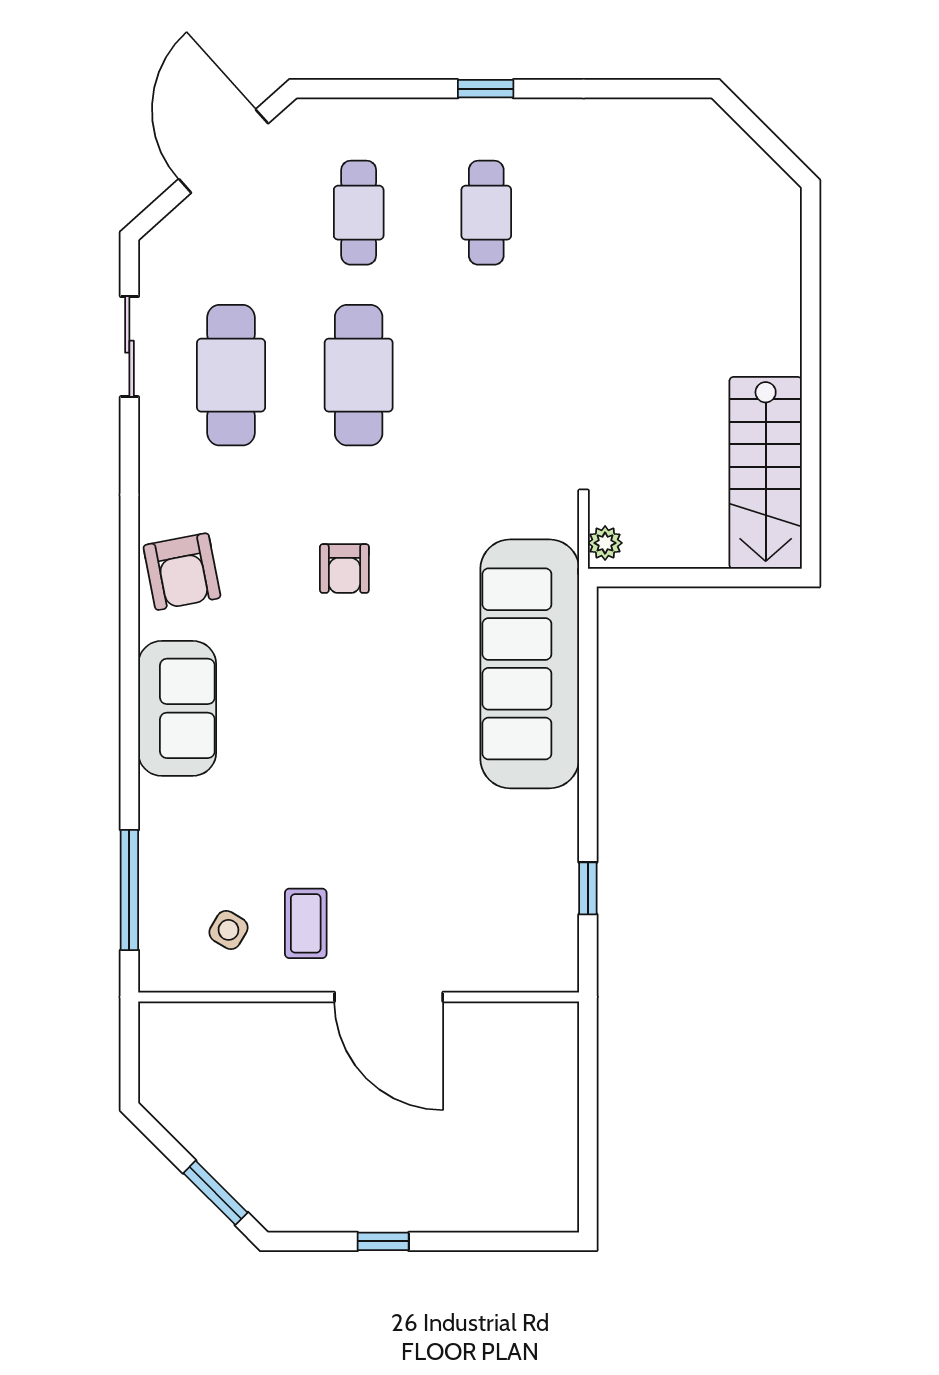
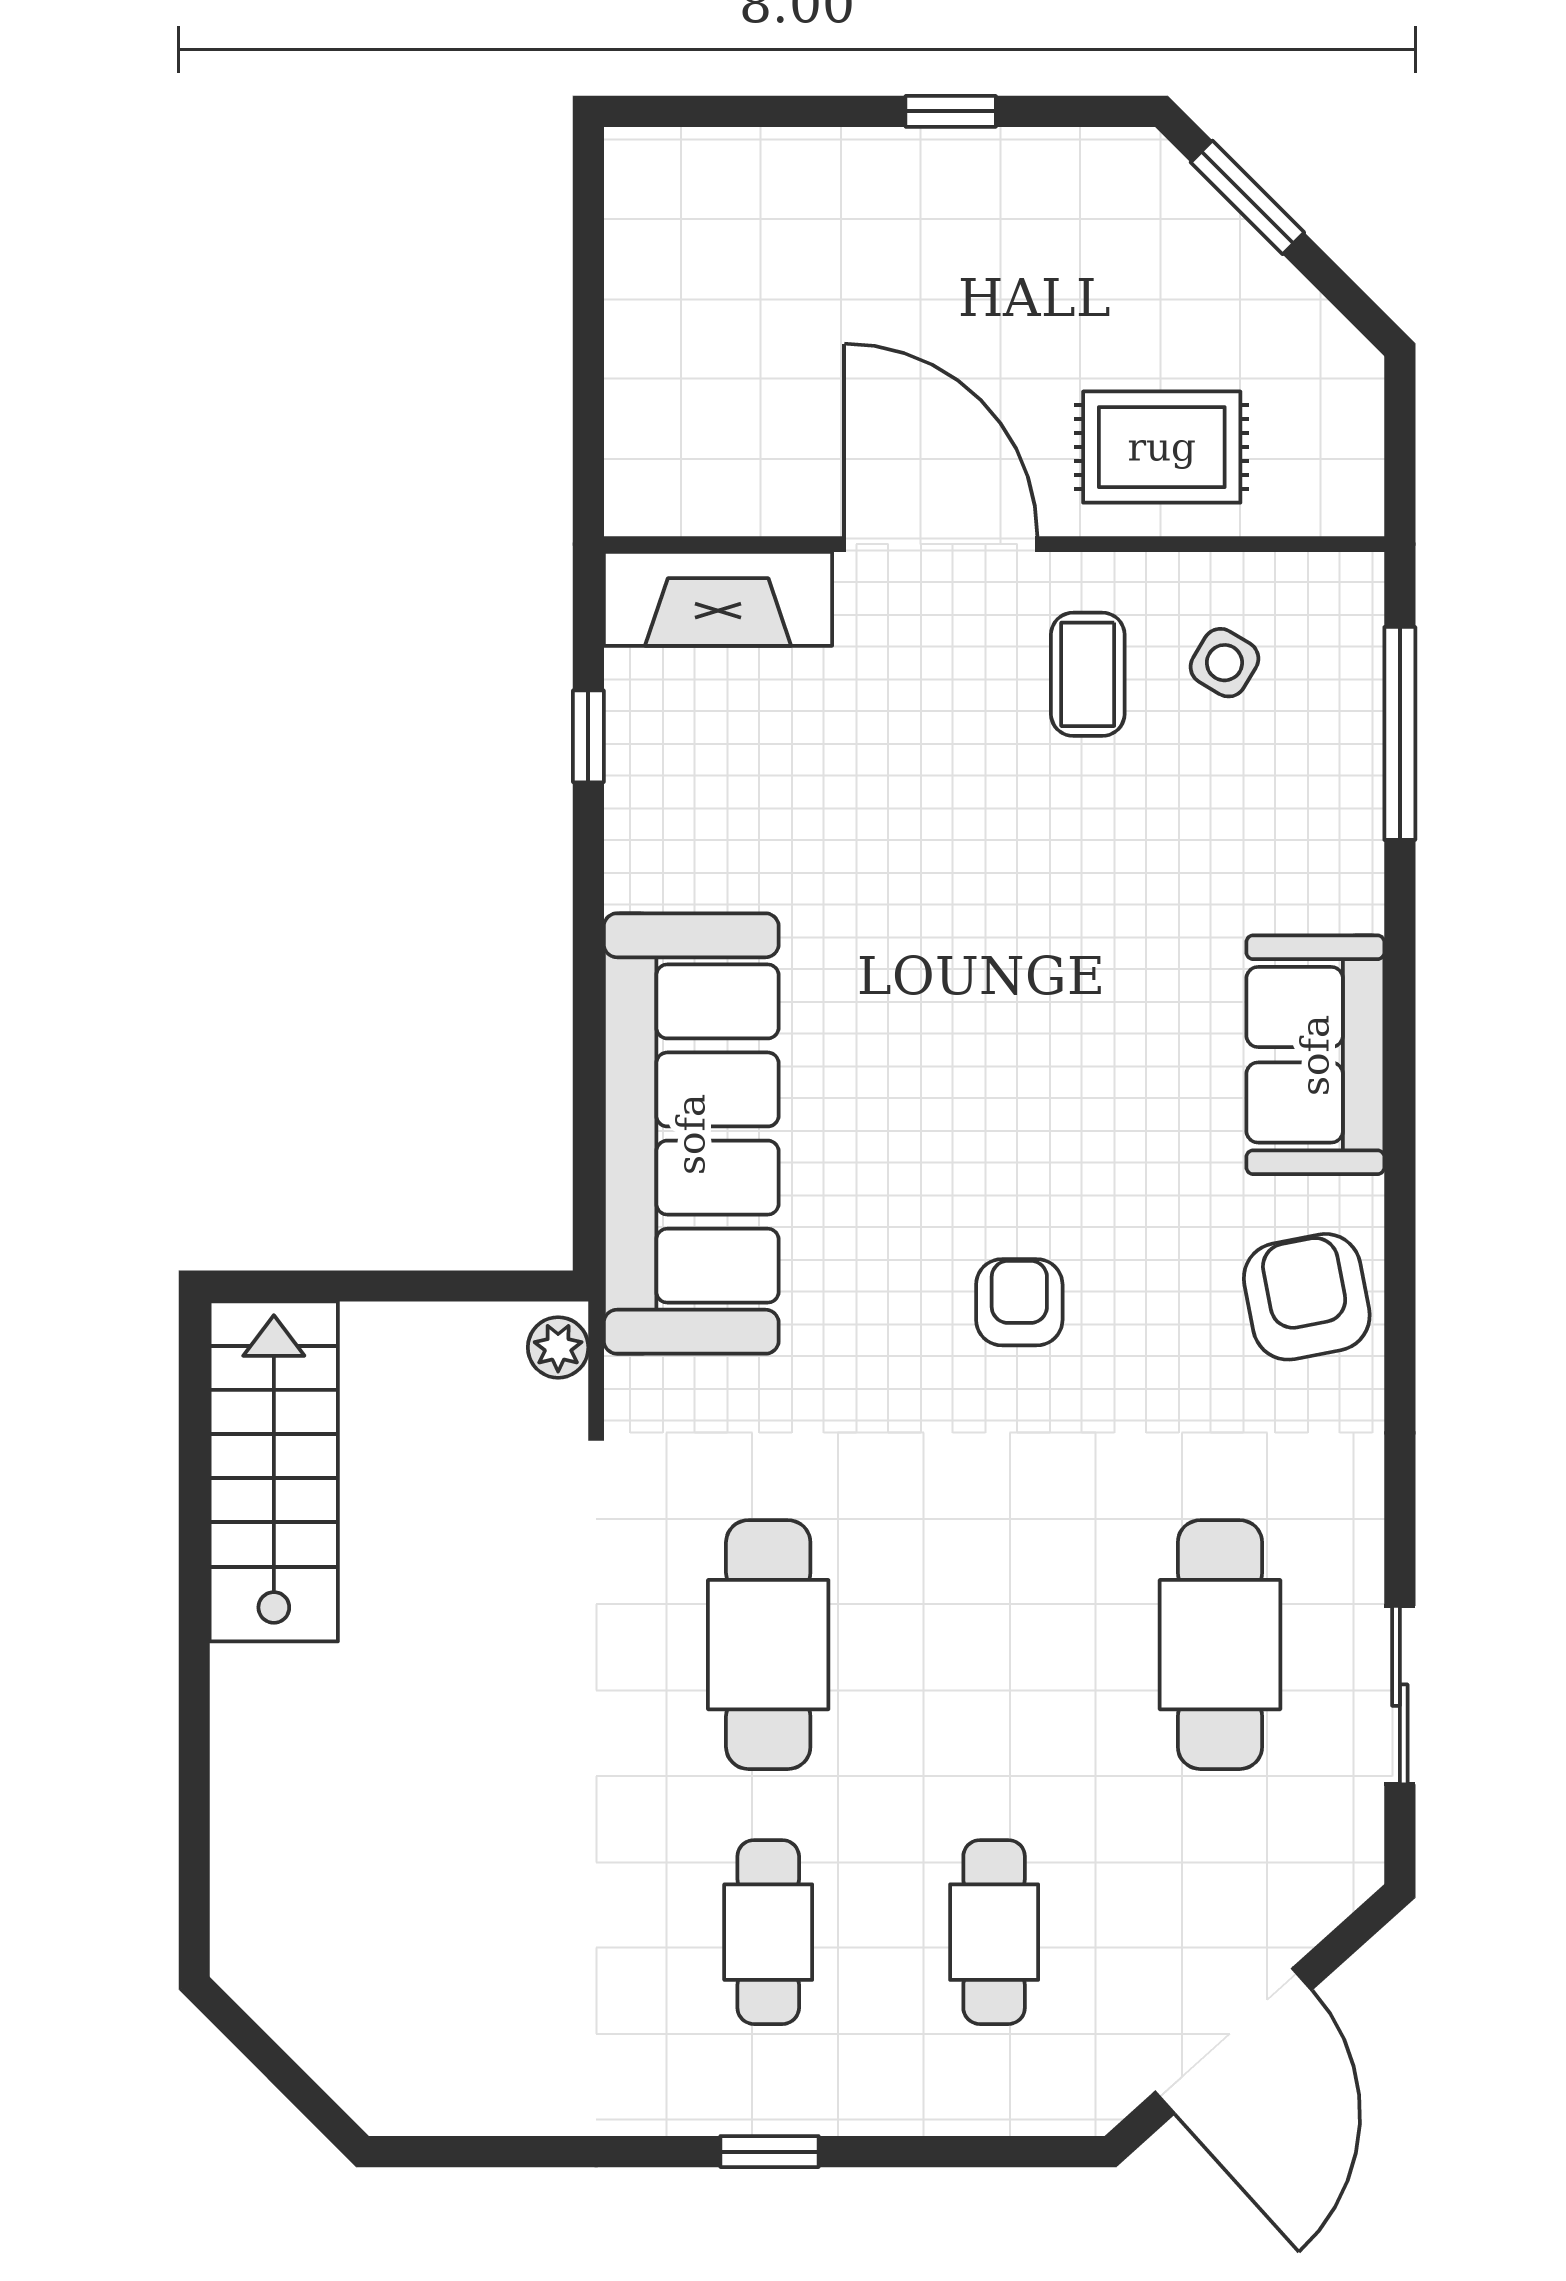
cafe table: (359, 375) -> (768, 1645), moved
fireplace: (515, 966) -> (718, 599), added
rug: (264, 1052) -> (1162, 447), added

